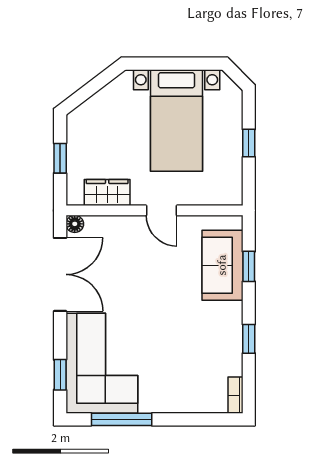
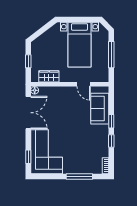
window: (249, 143) -> (111, 55), width x2.17
door: (162, 210) -> (84, 84), moved
window: (249, 266) -> (111, 121), moved
window: (122, 419) -> (79, 177), moved

